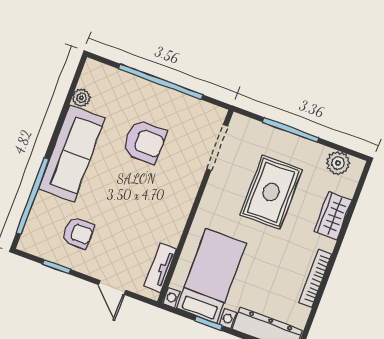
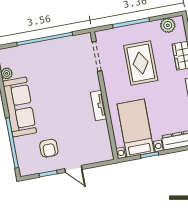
armchair: (144, 142) -> (55, 77), removed
armchair: (78, 233) -> (49, 148), turned 90
tv unit: (160, 268) -> (99, 105), moved
door: (112, 287) -> (73, 169), moved

